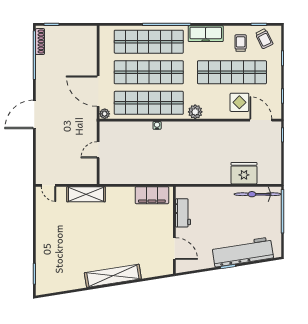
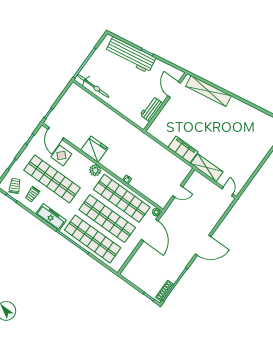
fridge: (244, 173) -> (94, 149), moved, turned 180
filing cabinet: (152, 195) -> (183, 150), moved
shelving: (113, 276) -> (209, 91), moved

